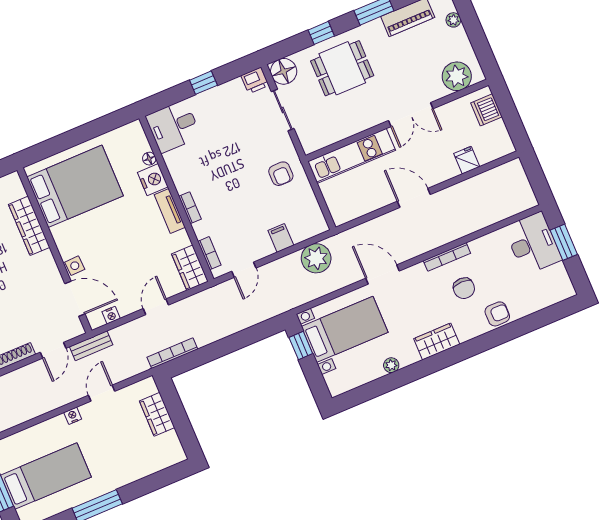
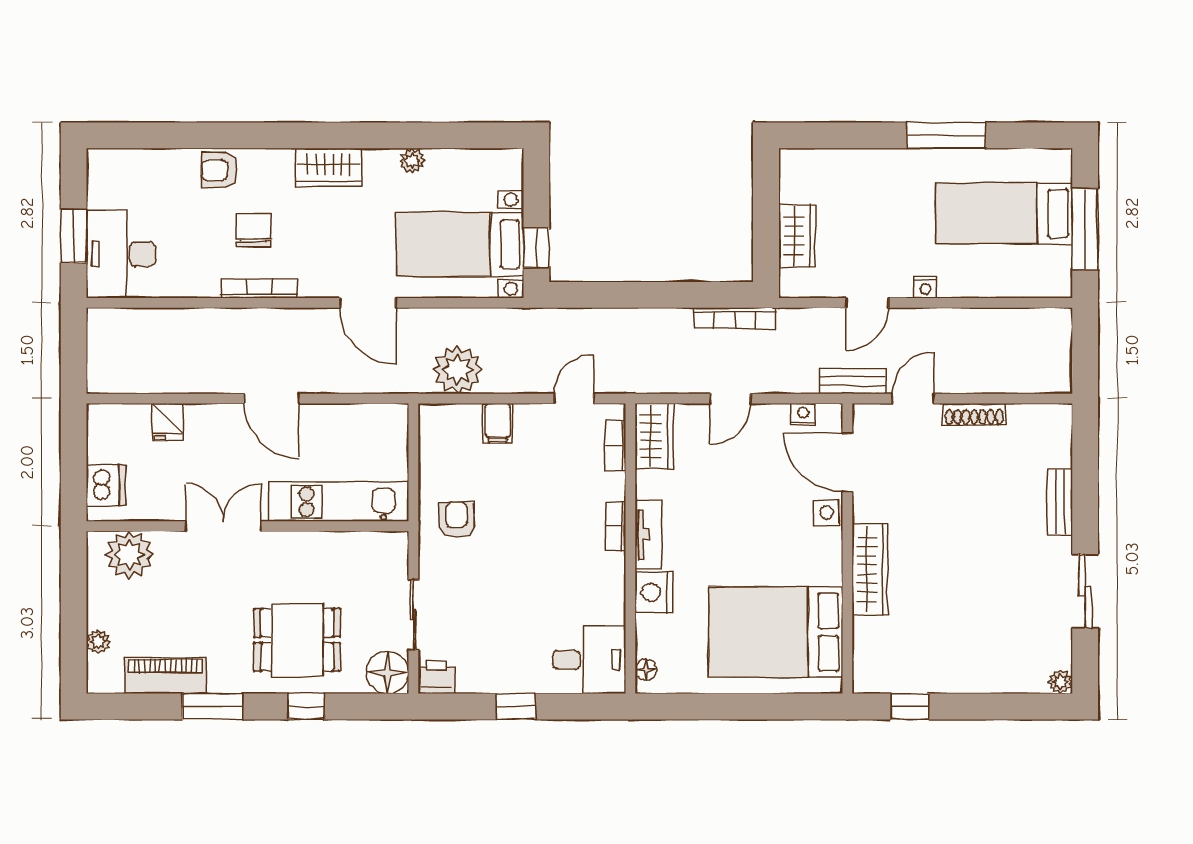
floor lamp: (149, 159) -> (646, 670), moved
wardrobe: (29, 226) -> (870, 569), moved

